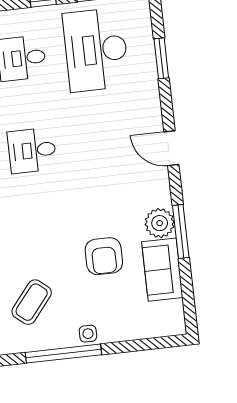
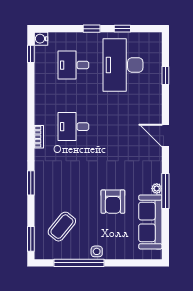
window: (161, 58) -> (165, 75), width x0.67
plant: (160, 223) -> (157, 189), width x0.53, depth x0.53
sofa: (162, 270) -> (150, 222), width x1.36

